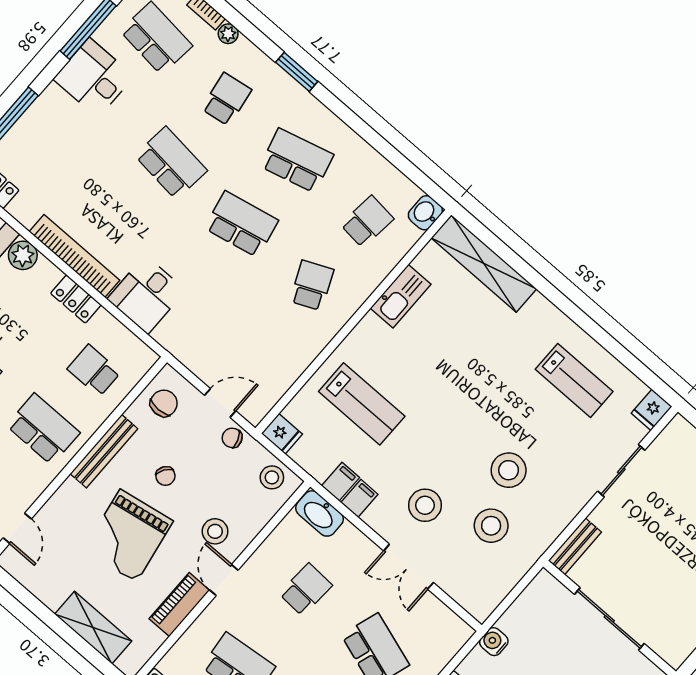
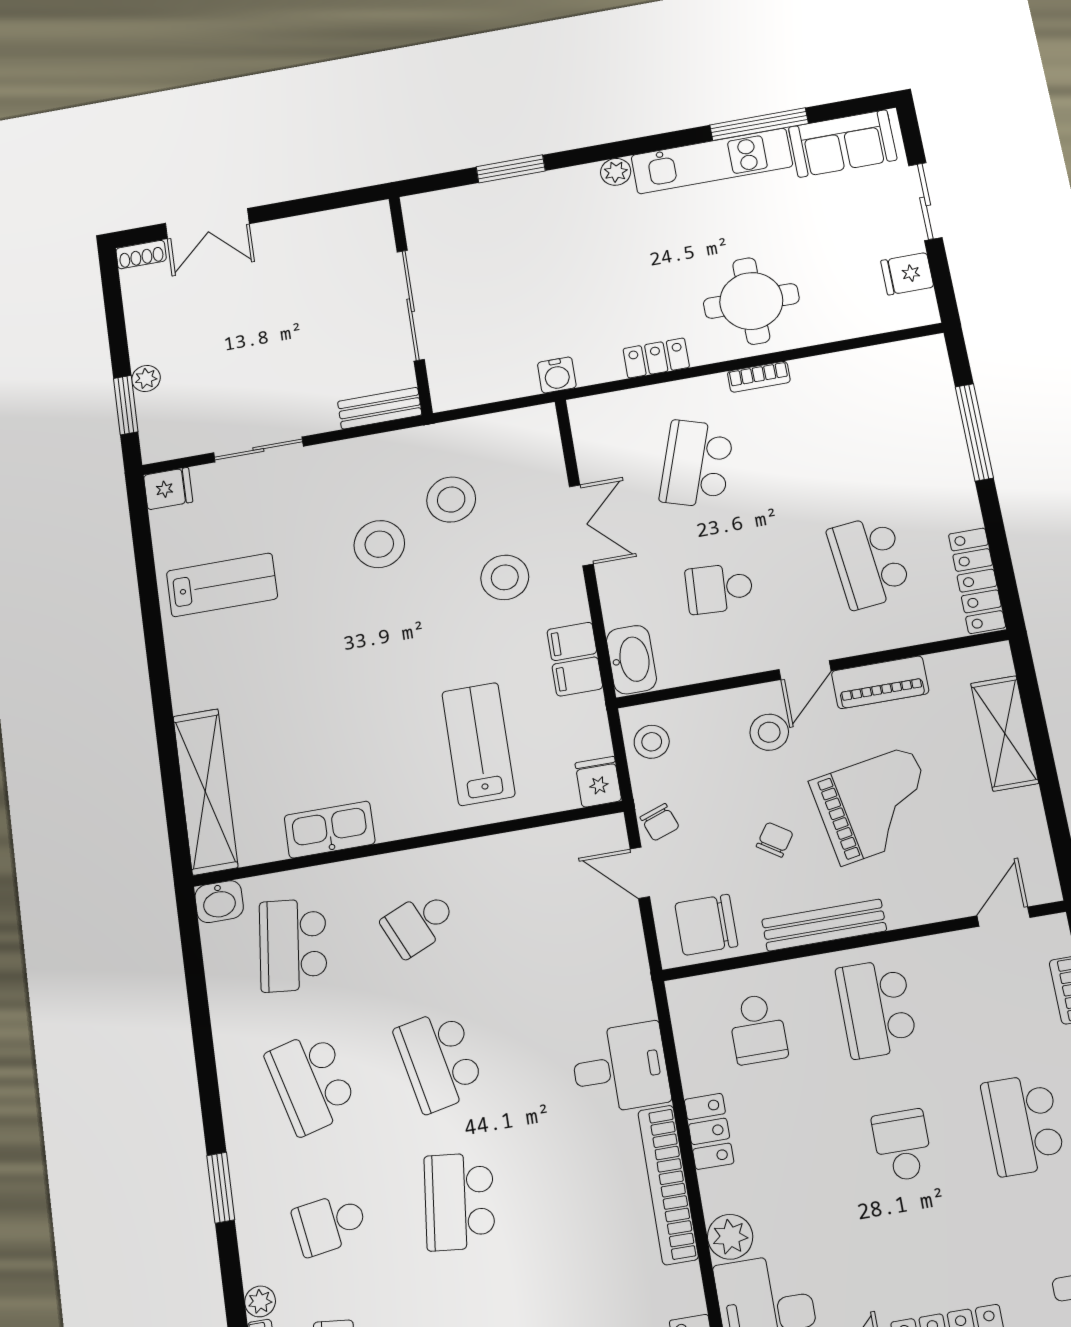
school desk: (367, 222) -> (293, 945), width x1.85
lab bench: (574, 380) -> (222, 585), turned 90
chair: (164, 403) -> (706, 925), width x1.37, depth x1.37

